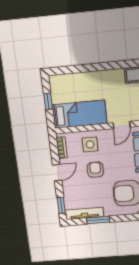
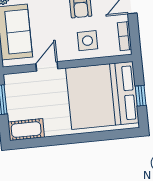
bed: (80, 114) -> (102, 95), width x2.04

